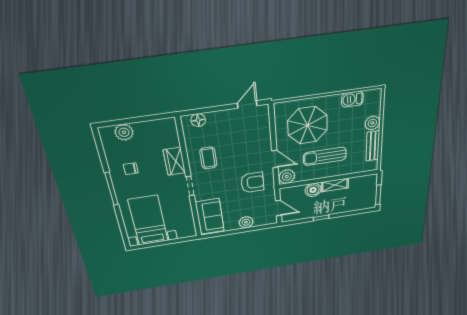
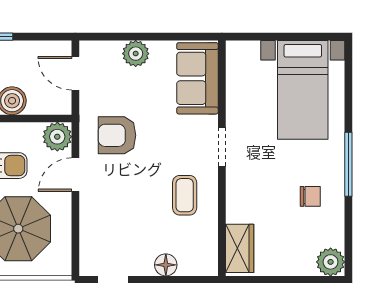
floor lamp: (198, 120) -> (166, 265), moved
plant: (124, 132) -> (331, 262), moved
door: (275, 159) -> (75, 175), hinge flipped
wardrobe: (174, 161) -> (240, 248), moved

